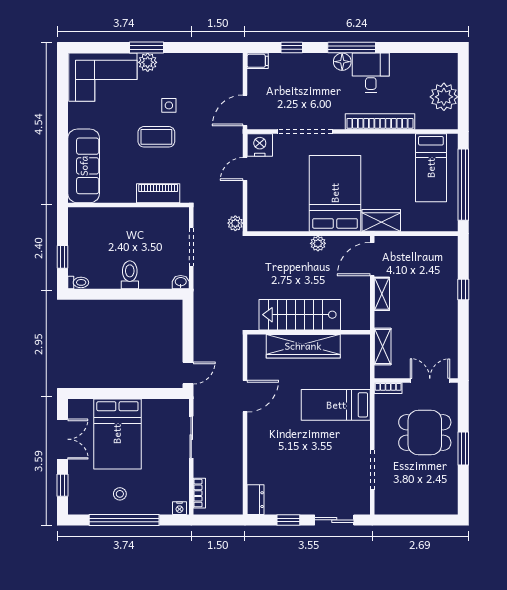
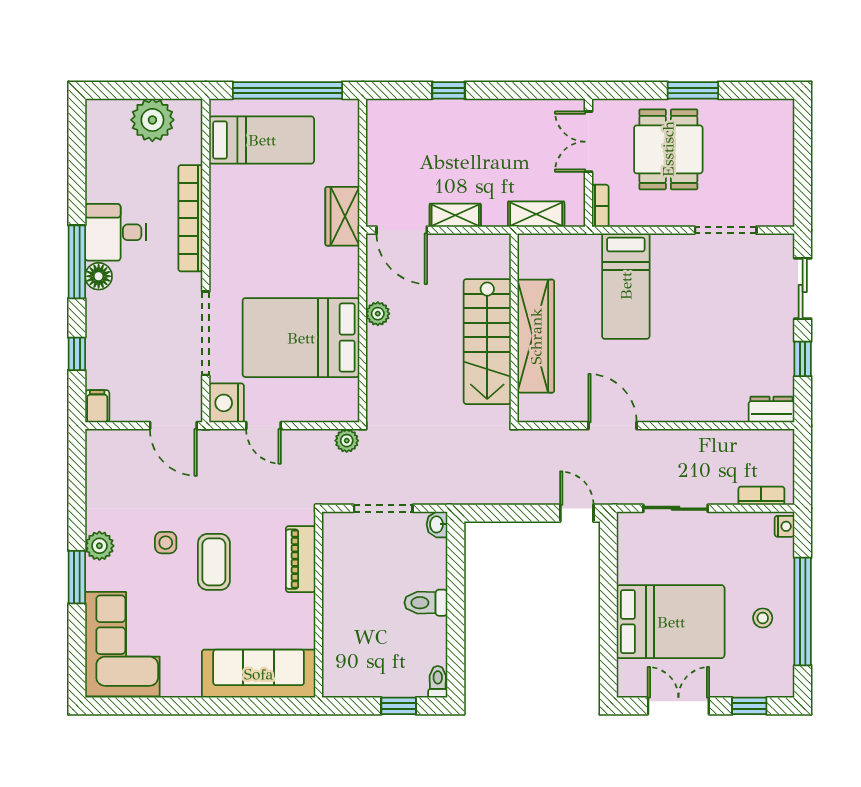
plant: (148, 62) -> (99, 546), moved
bed: (335, 193) -> (301, 338), moved

